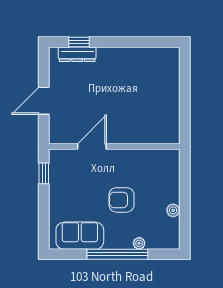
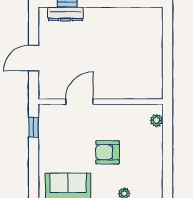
plant: (173, 210) -> (157, 120), moved

